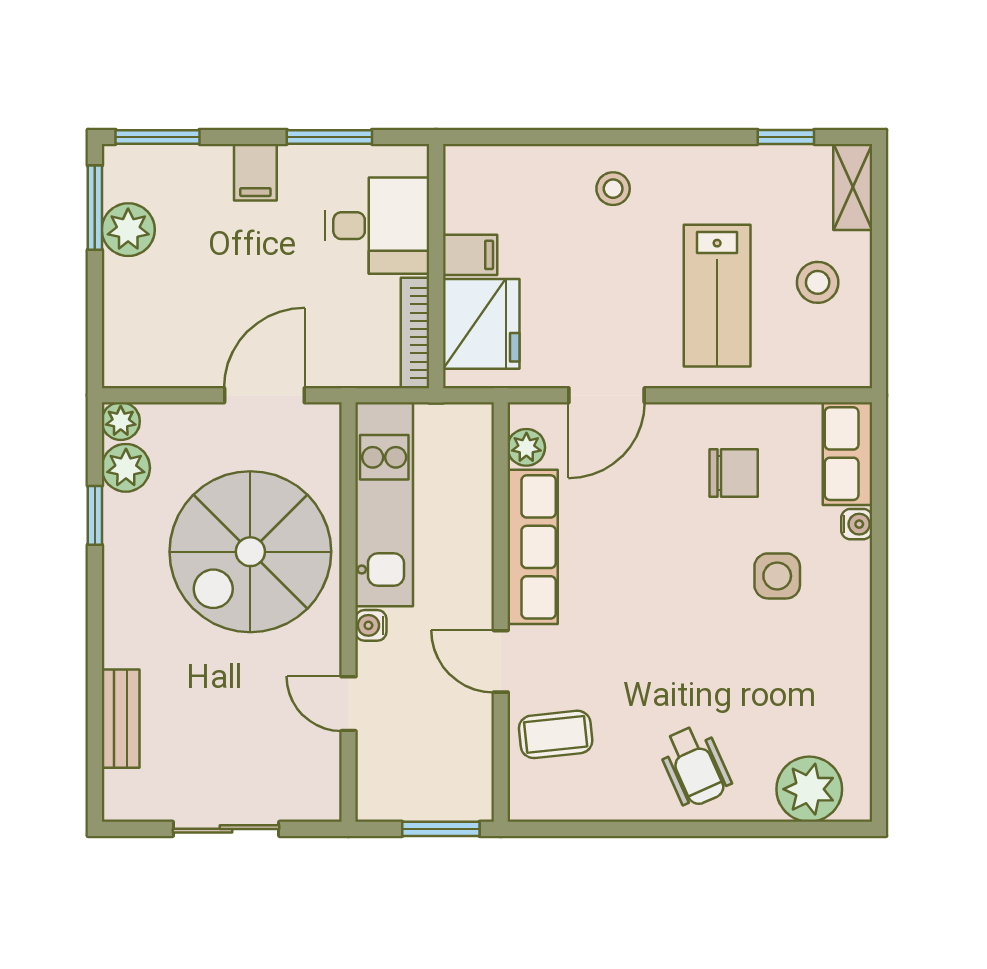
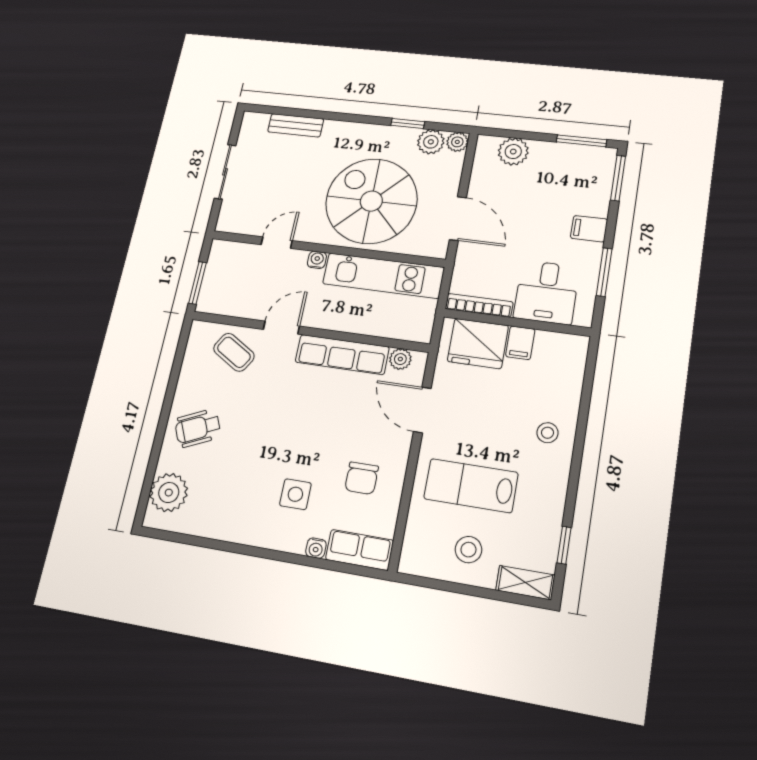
plant: (128, 230) -> (513, 152), moved
coffee table: (556, 734) -> (234, 352), turned -53

